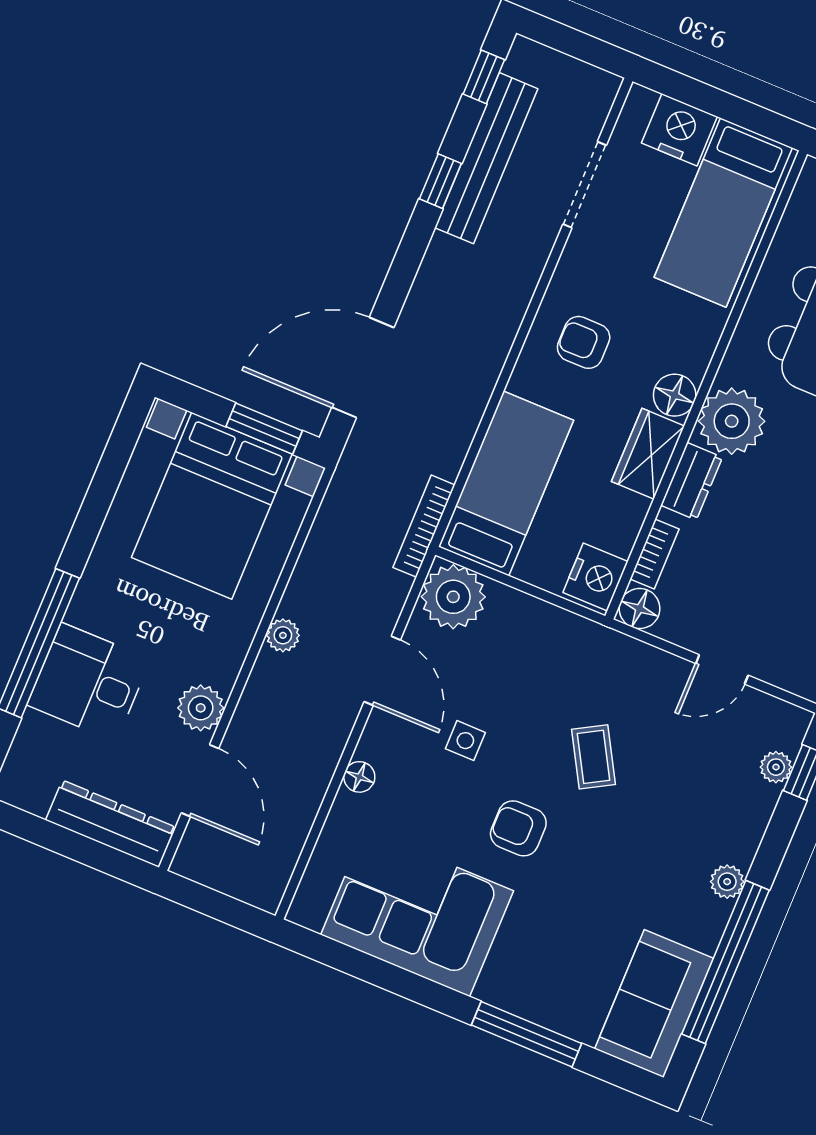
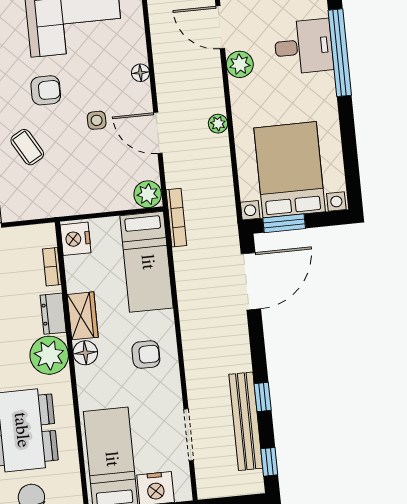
plant: (453, 597) -> (148, 194), width x0.73, depth x0.73
floor lamp: (640, 609) -> (45, 235), removed

